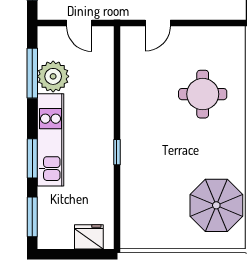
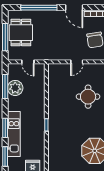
door: (158, 23) -> (77, 62), moved
kitchen unit: (51, 140) -> (14, 134), moved

